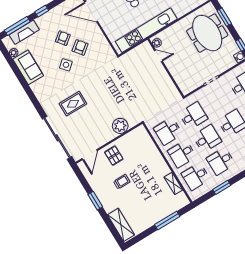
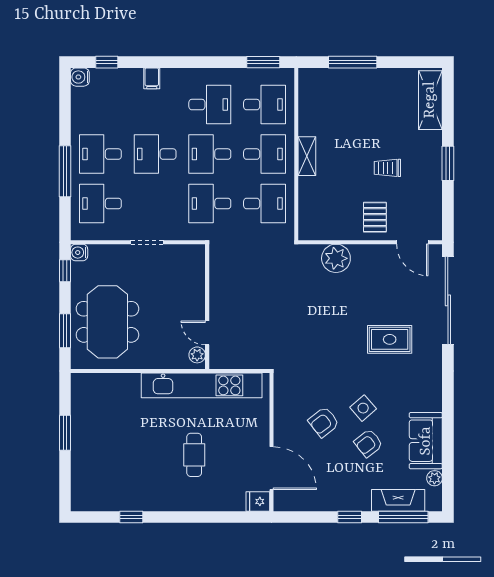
armchair: (63, 38) -> (368, 443), moved
door: (90, 155) -> (412, 242), swing flipped
shelving: (173, 183) -> (307, 156), moved
window: (222, 187) -> (263, 62), moved

